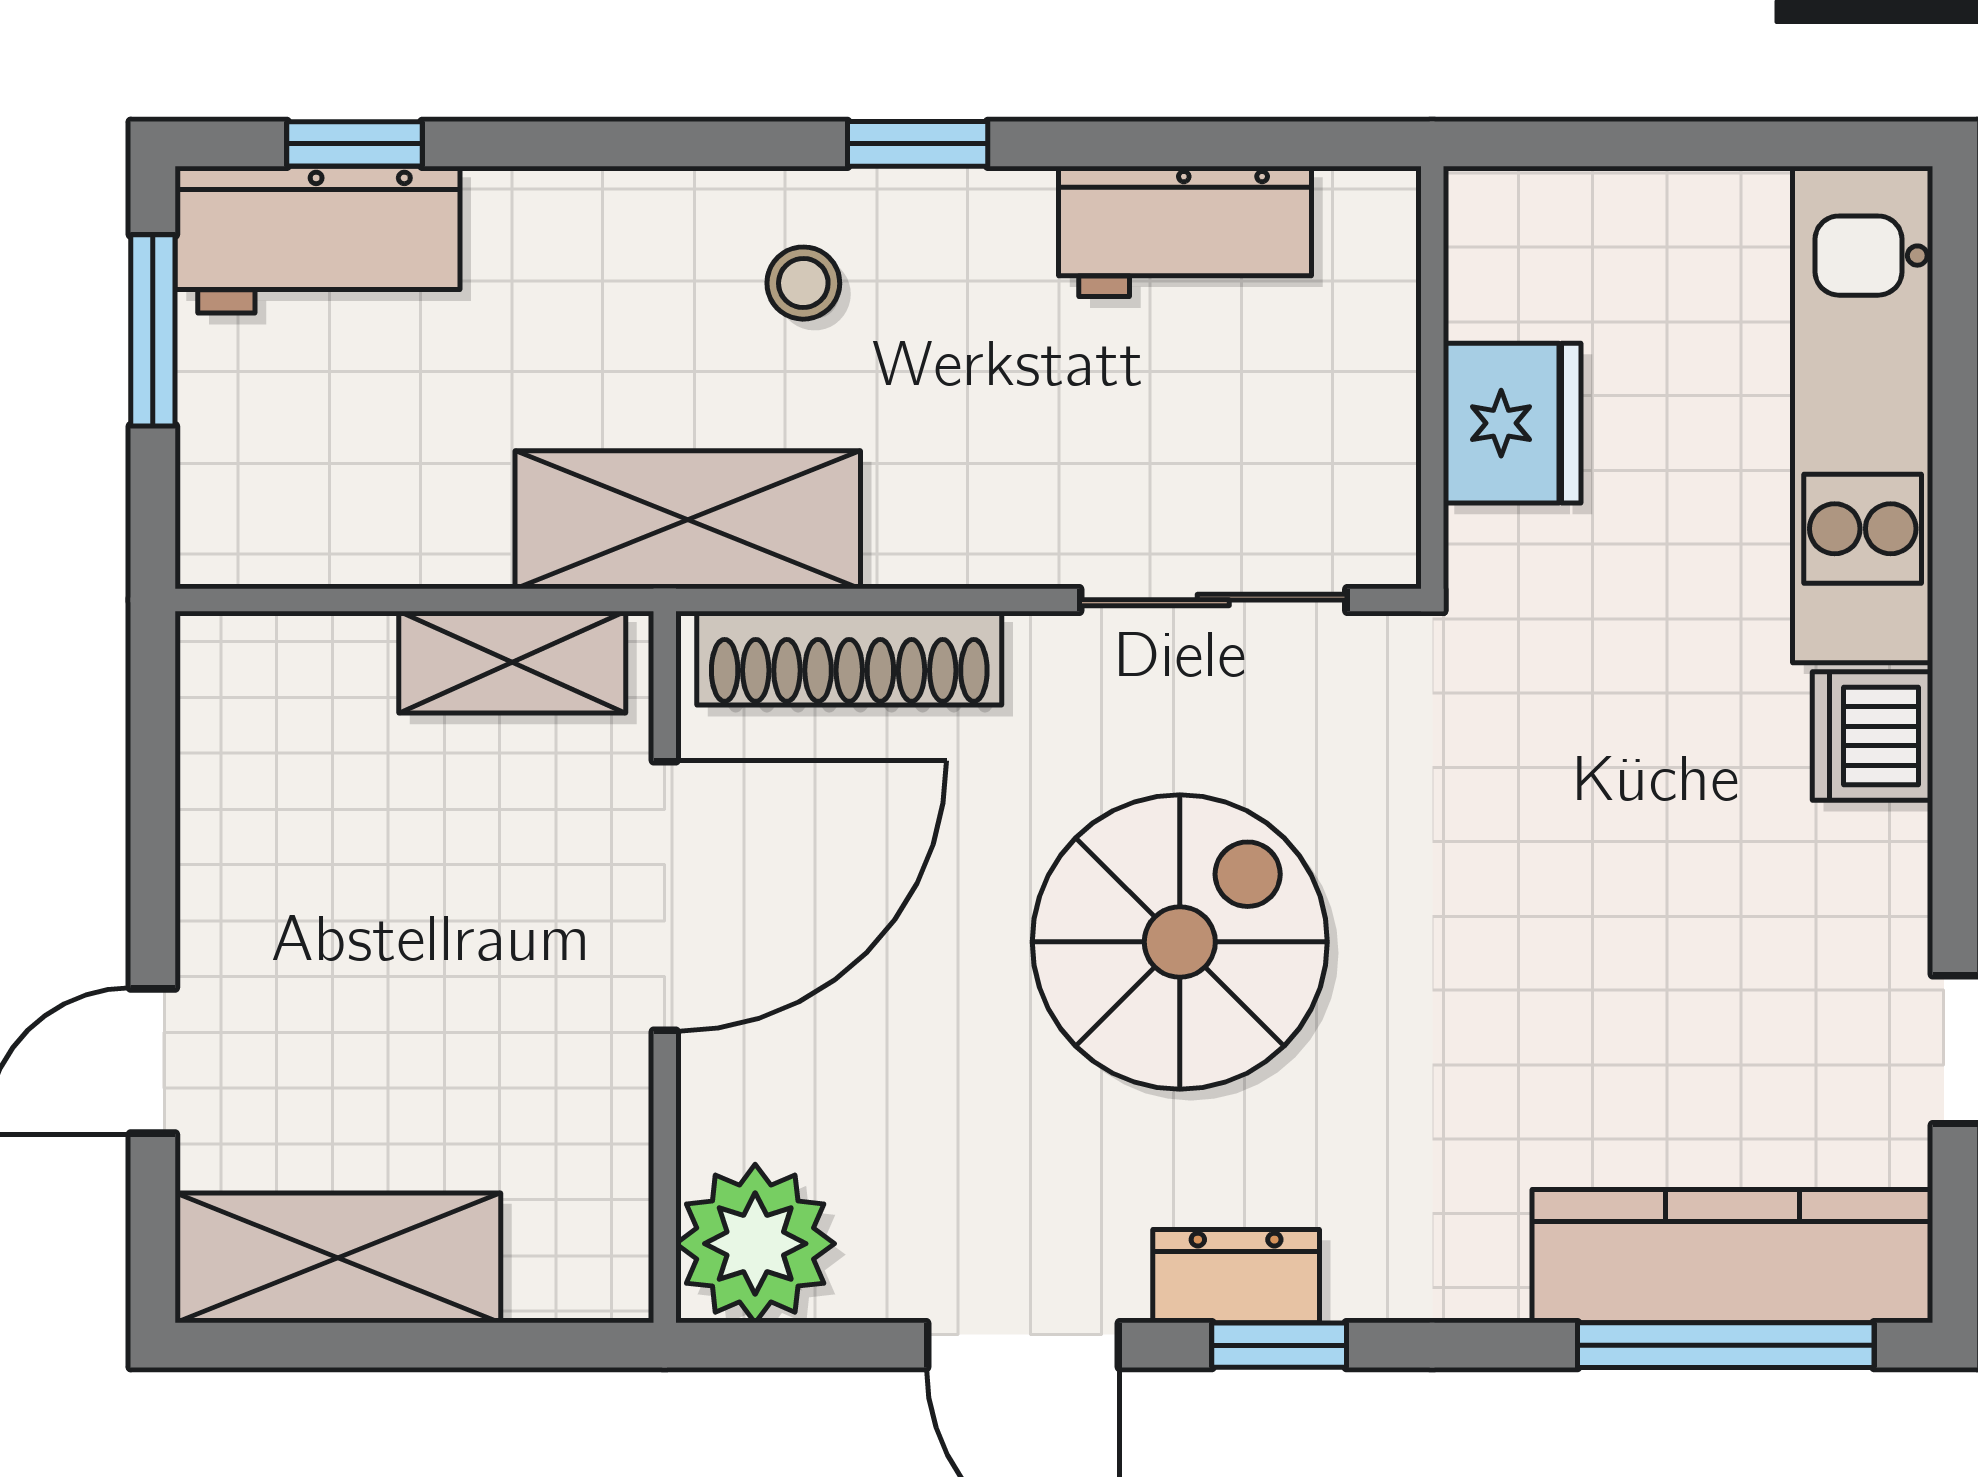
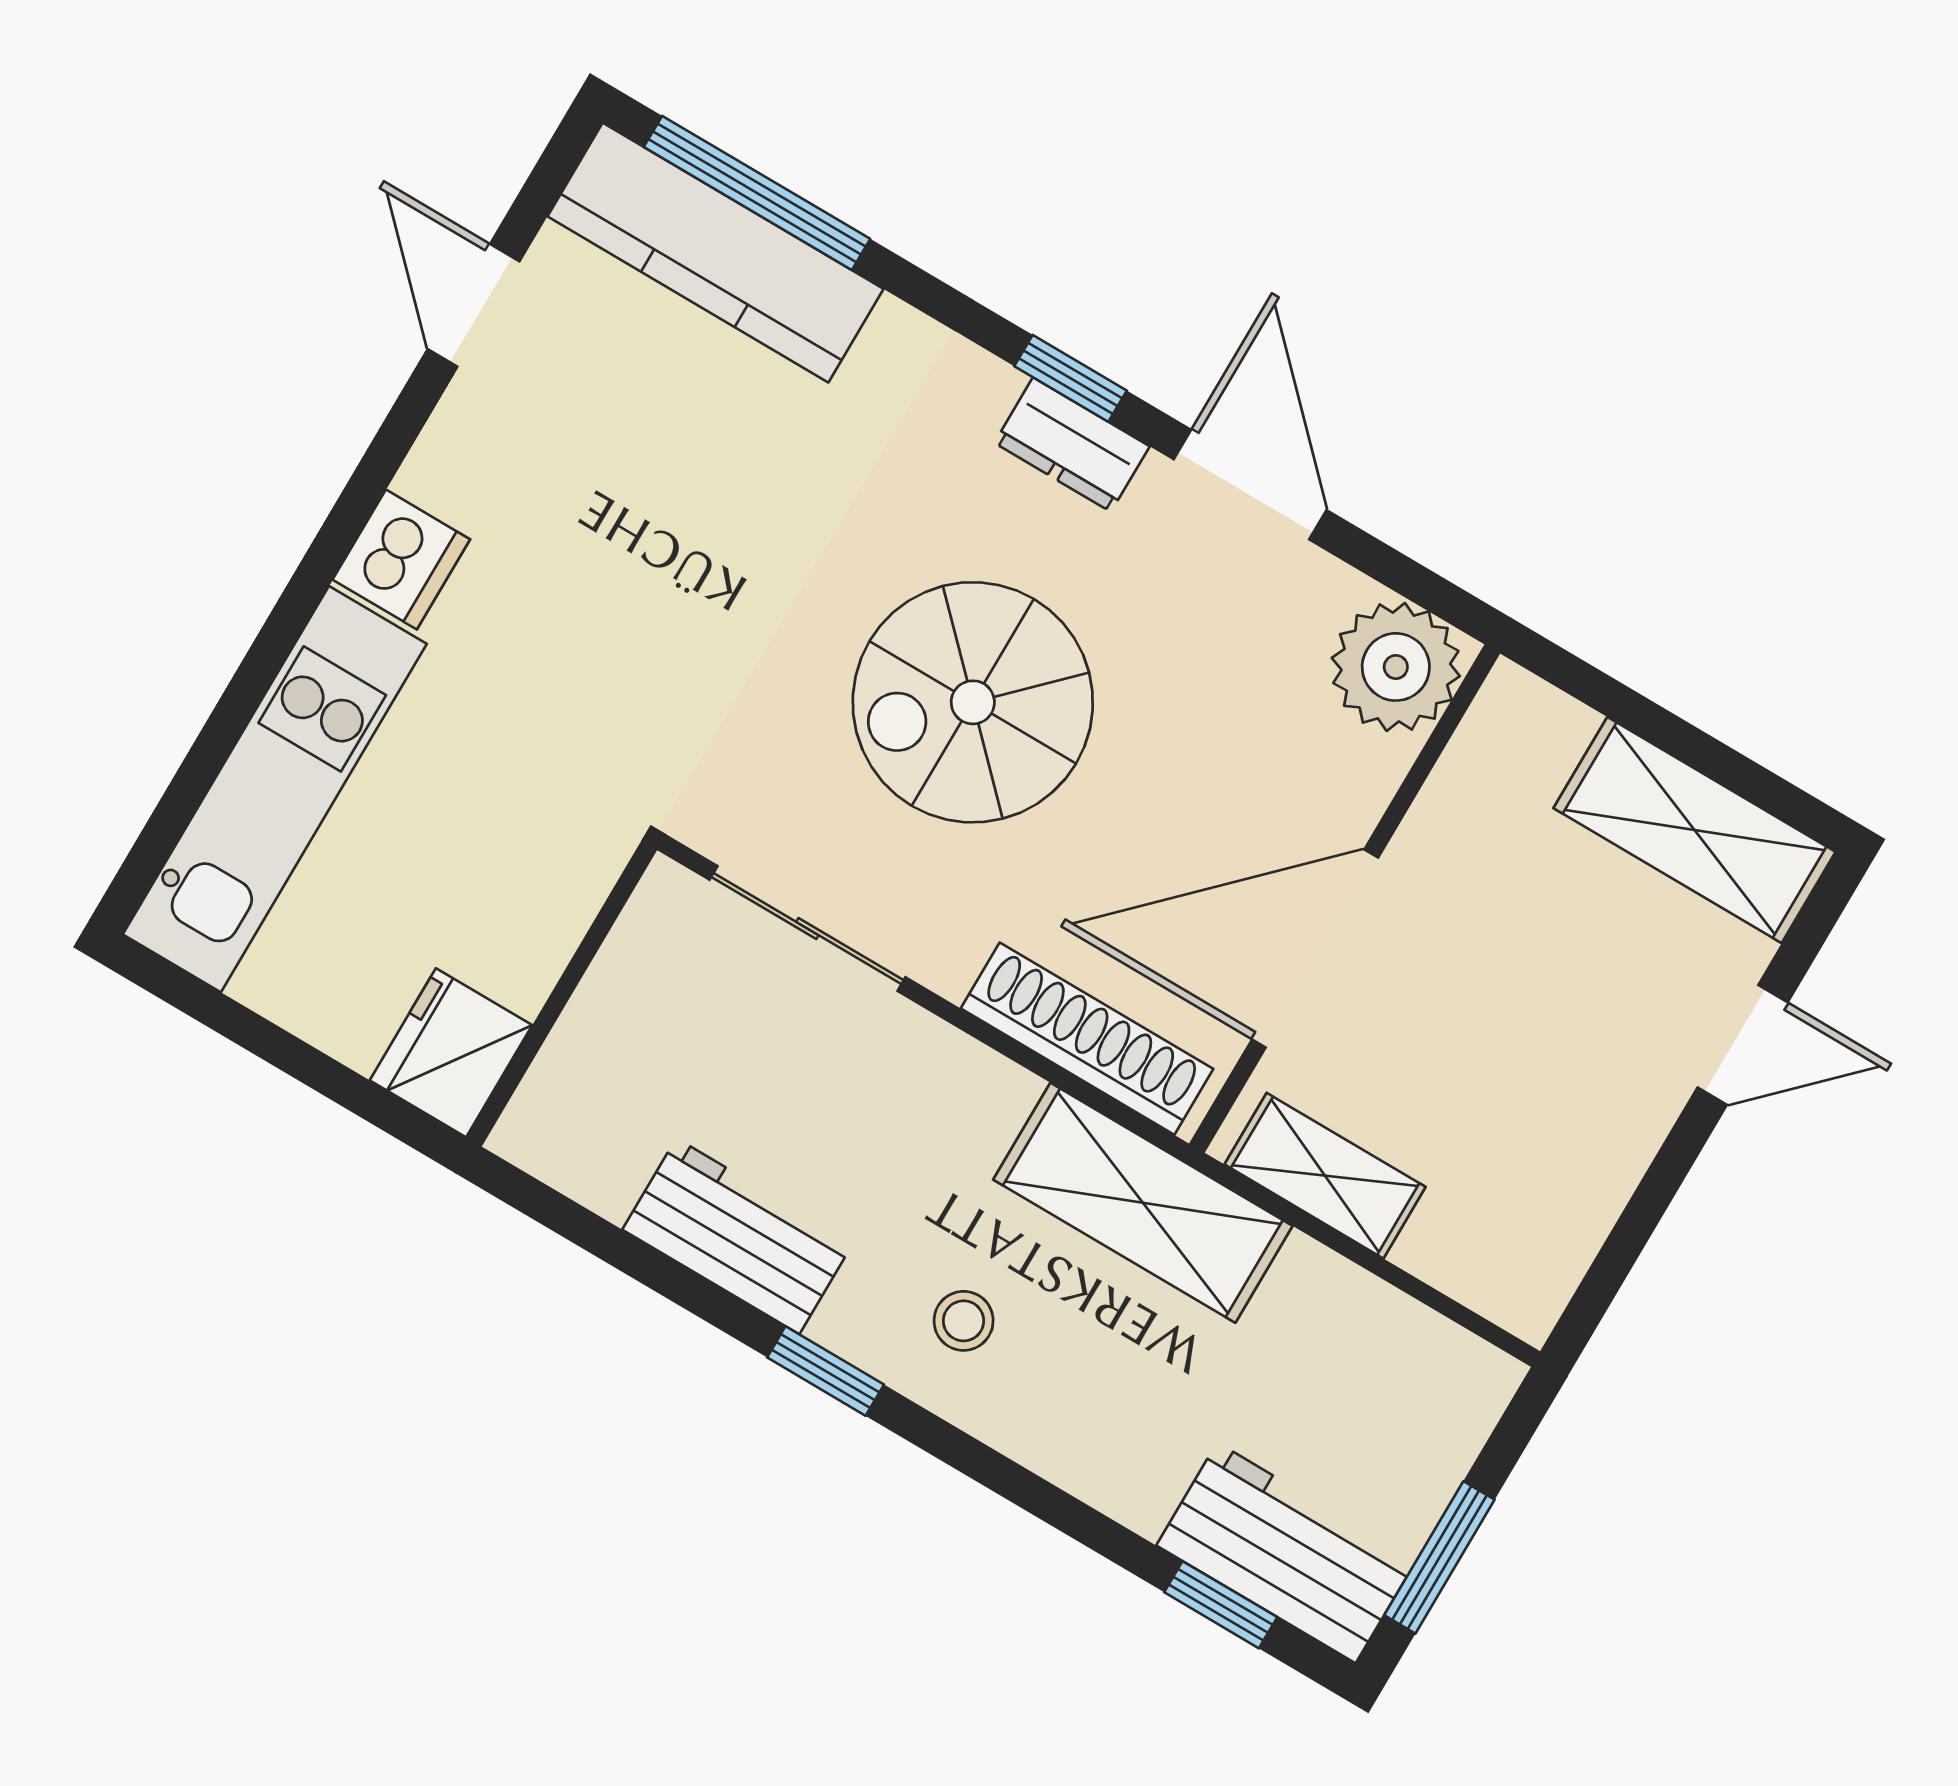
workbench: (1185, 231) -> (738, 1236), moved
fridge: (1512, 423) -> (451, 1053), moved

